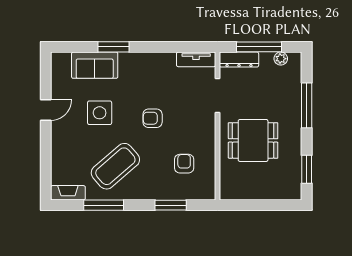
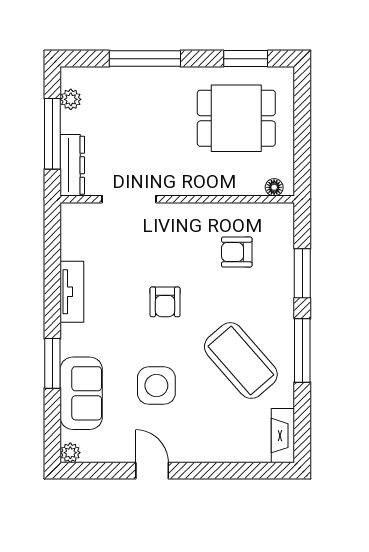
plant: (57, 58) -> (70, 453), added
tv unit: (196, 59) -> (72, 292), moved
dining table: (253, 140) -> (236, 118), moved, turned 90
floor lamp: (225, 187) -> (274, 187), added
window: (104, 205) -> (302, 350), moved

